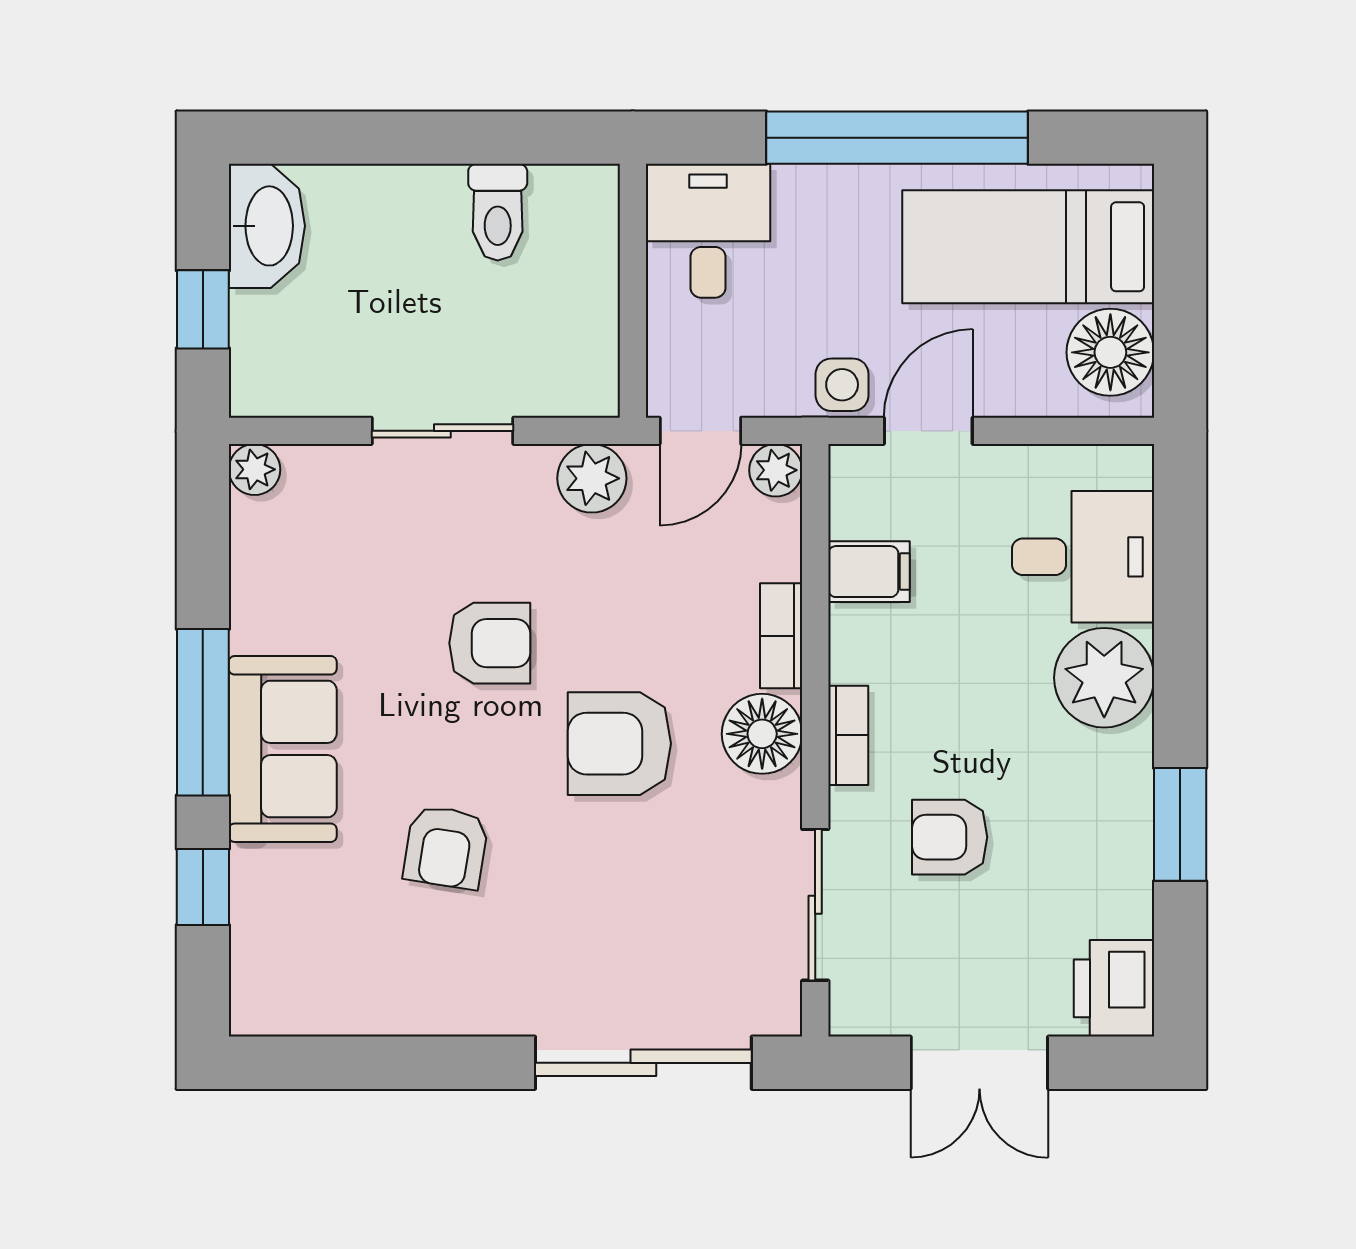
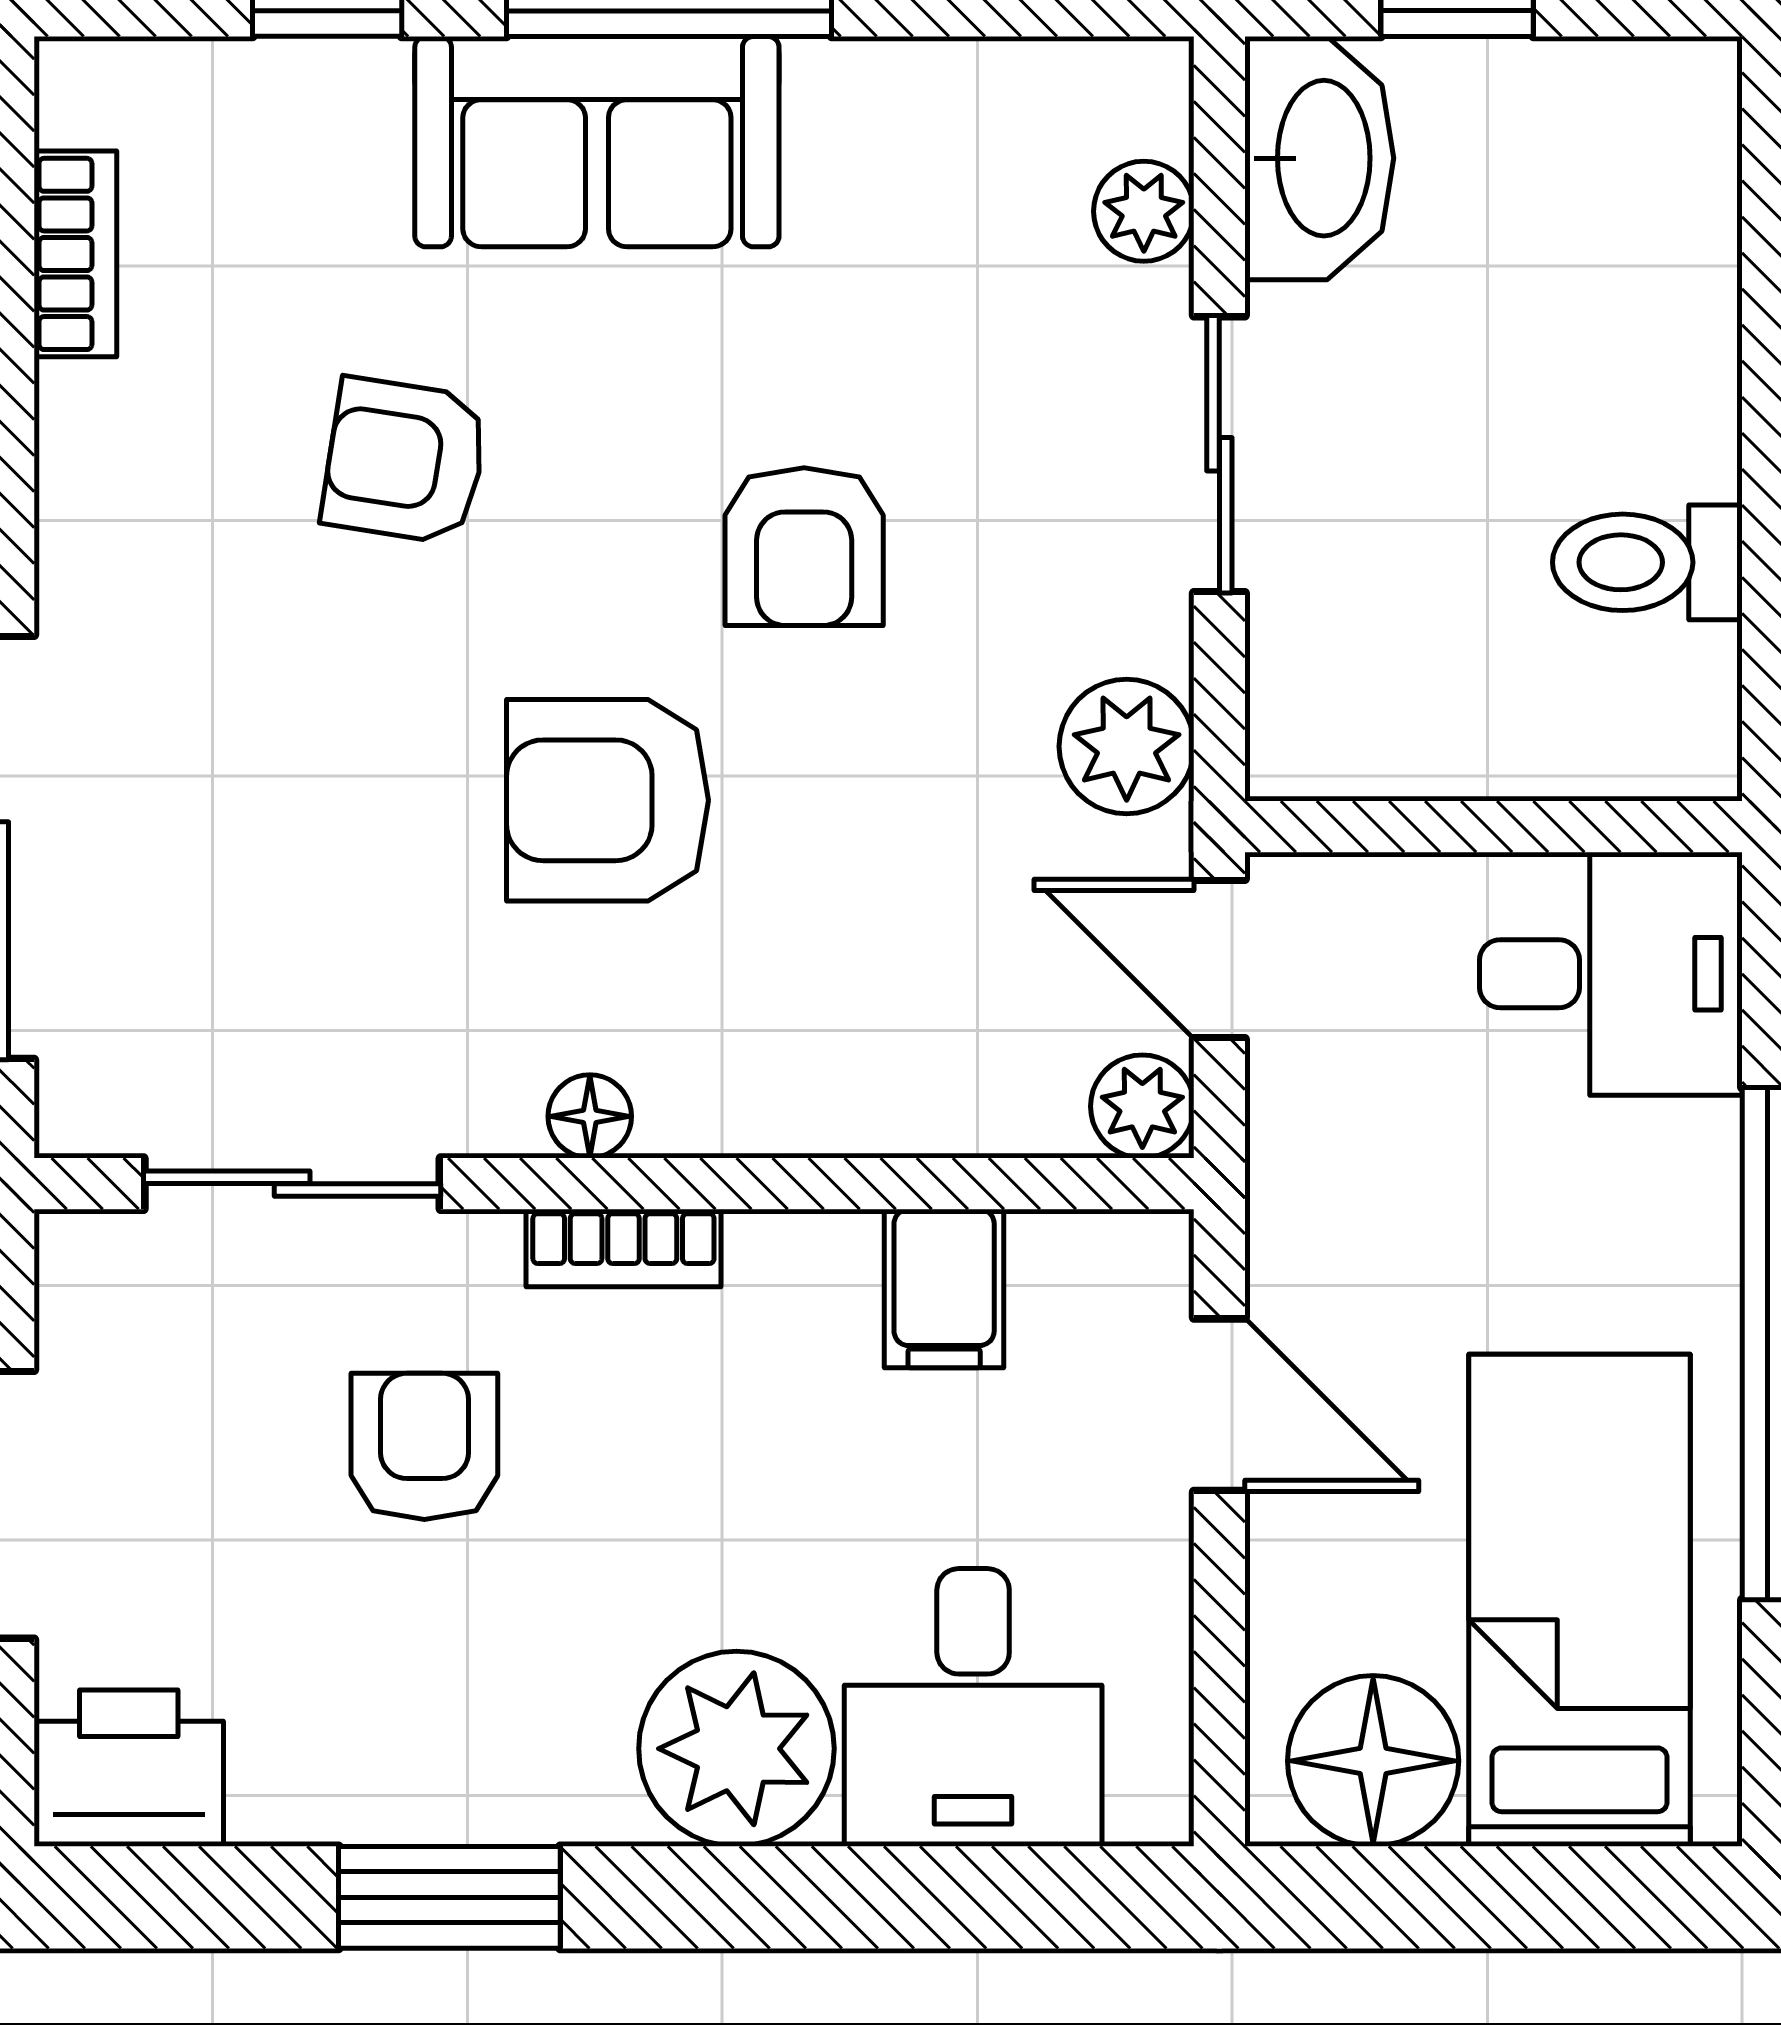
washbasin: (267, 226) -> (1319, 158), moved, turned -90
side table: (842, 385) -> (1310, 1236), removed
plant: (255, 469) -> (1144, 211), moved
bookcase: (781, 636) -> (75, 254), moved, turned 90
floor lamp: (762, 734) -> (590, 1116), width x0.53, depth x0.53
armchair: (619, 744) -> (608, 800), turned -90

